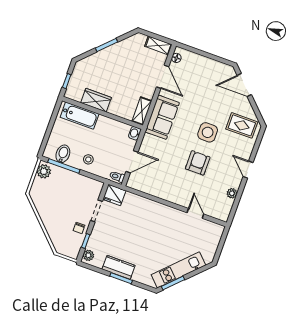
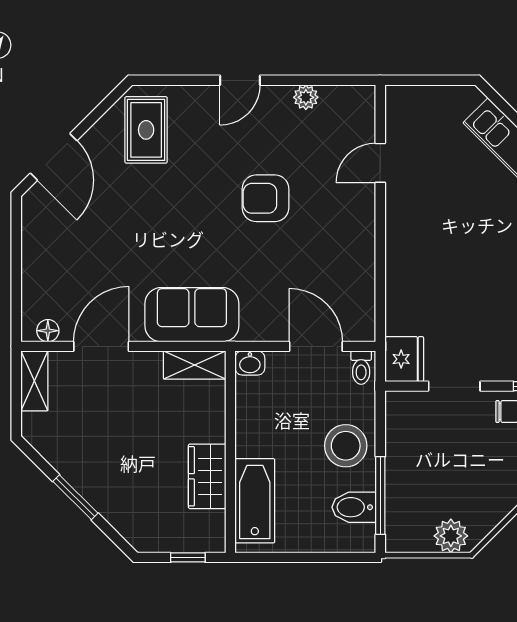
side table: (208, 132) -> (189, 201), removed
stool: (88, 159) -> (346, 446), width x1.89, depth x1.89
plant: (44, 171) -> (451, 536), moved

